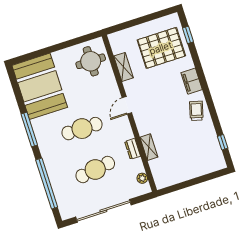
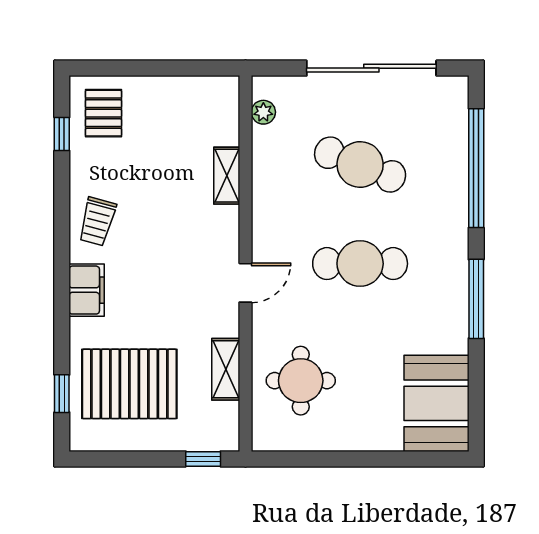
window: (121, 27) -> (203, 459), added
round table: (91, 61) -> (301, 381), moved
booth: (40, 86) -> (436, 403), width x0.73, depth x0.70
dresser: (133, 149) -> (264, 183), removed
pallet: (208, 156) -> (103, 113), added
cafe table: (95, 169) -> (360, 165), turned 30

